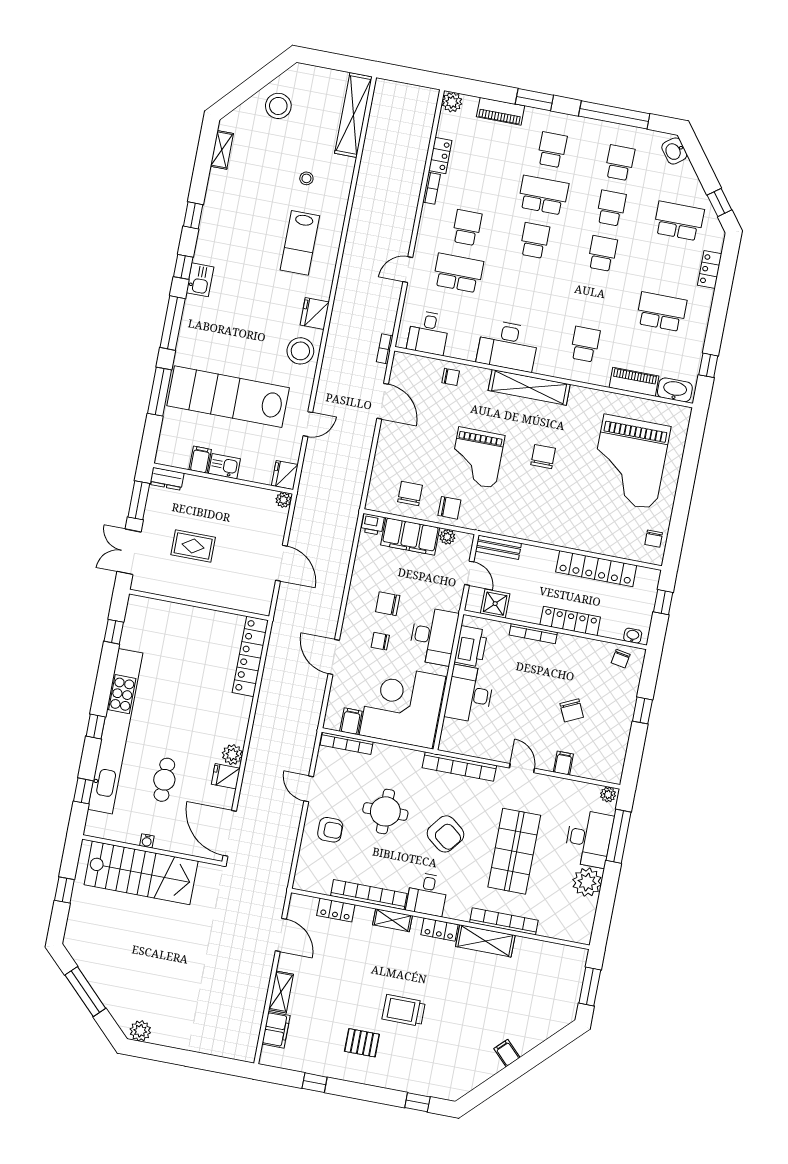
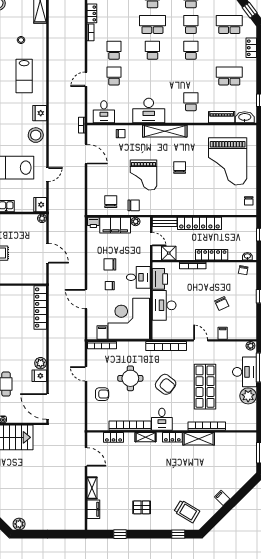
school desk: (458, 273) -> (114, 76), width x0.54
locker: (596, 569) -> (199, 223), moved
desk: (434, 636) -> (138, 277), width x0.73
trolley: (404, 1010) -> (187, 511), moved, turned -149

